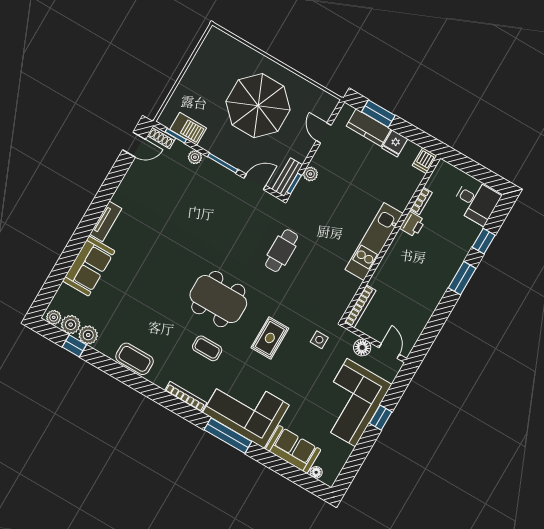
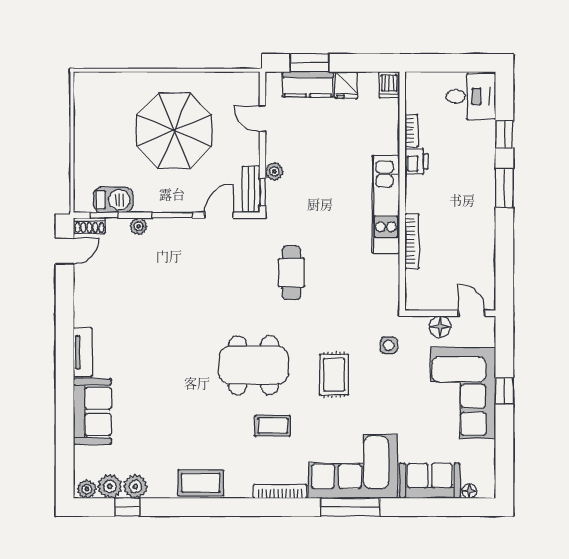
bookcase: (360, 306) -> (412, 241), moved

